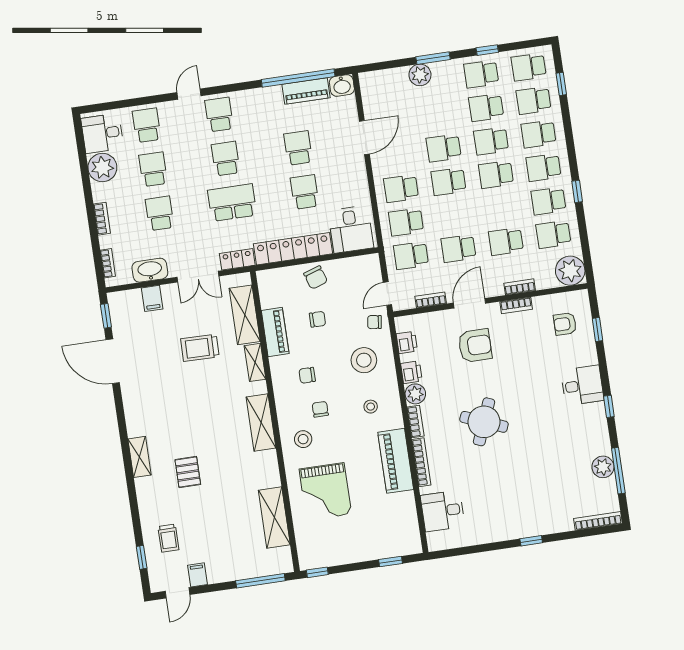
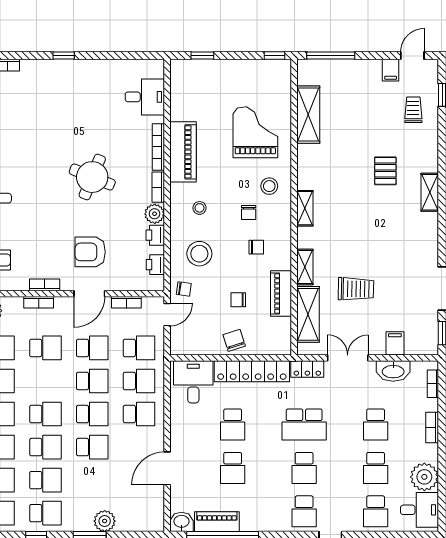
school desk: (453, 215) -> (92, 381), added
shelving: (261, 422) -> (305, 208), width x0.67, depth x0.75

